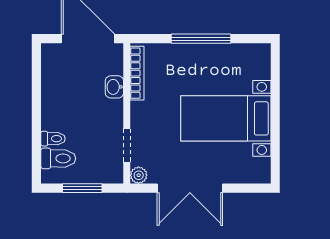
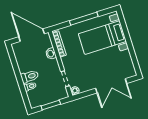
bed with nightstands: (226, 118) -> (102, 38), moved
toilet: (58, 158) -> (30, 77), moved
double door: (190, 188) -> (111, 86), moved

